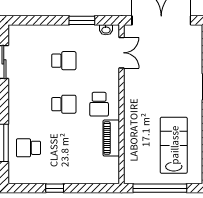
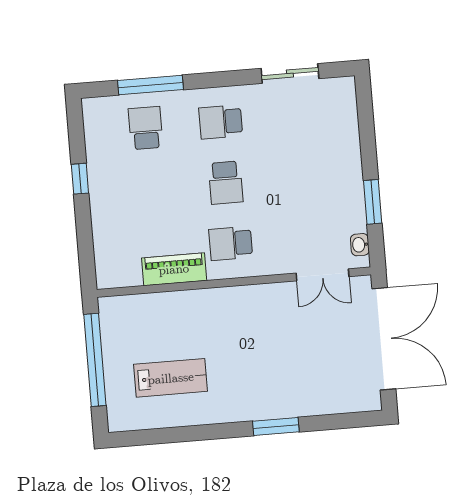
school desk: (64, 61) -> (221, 122), moved, turned 90
lab bench: (174, 145) -> (171, 378), width x0.73, depth x0.72

